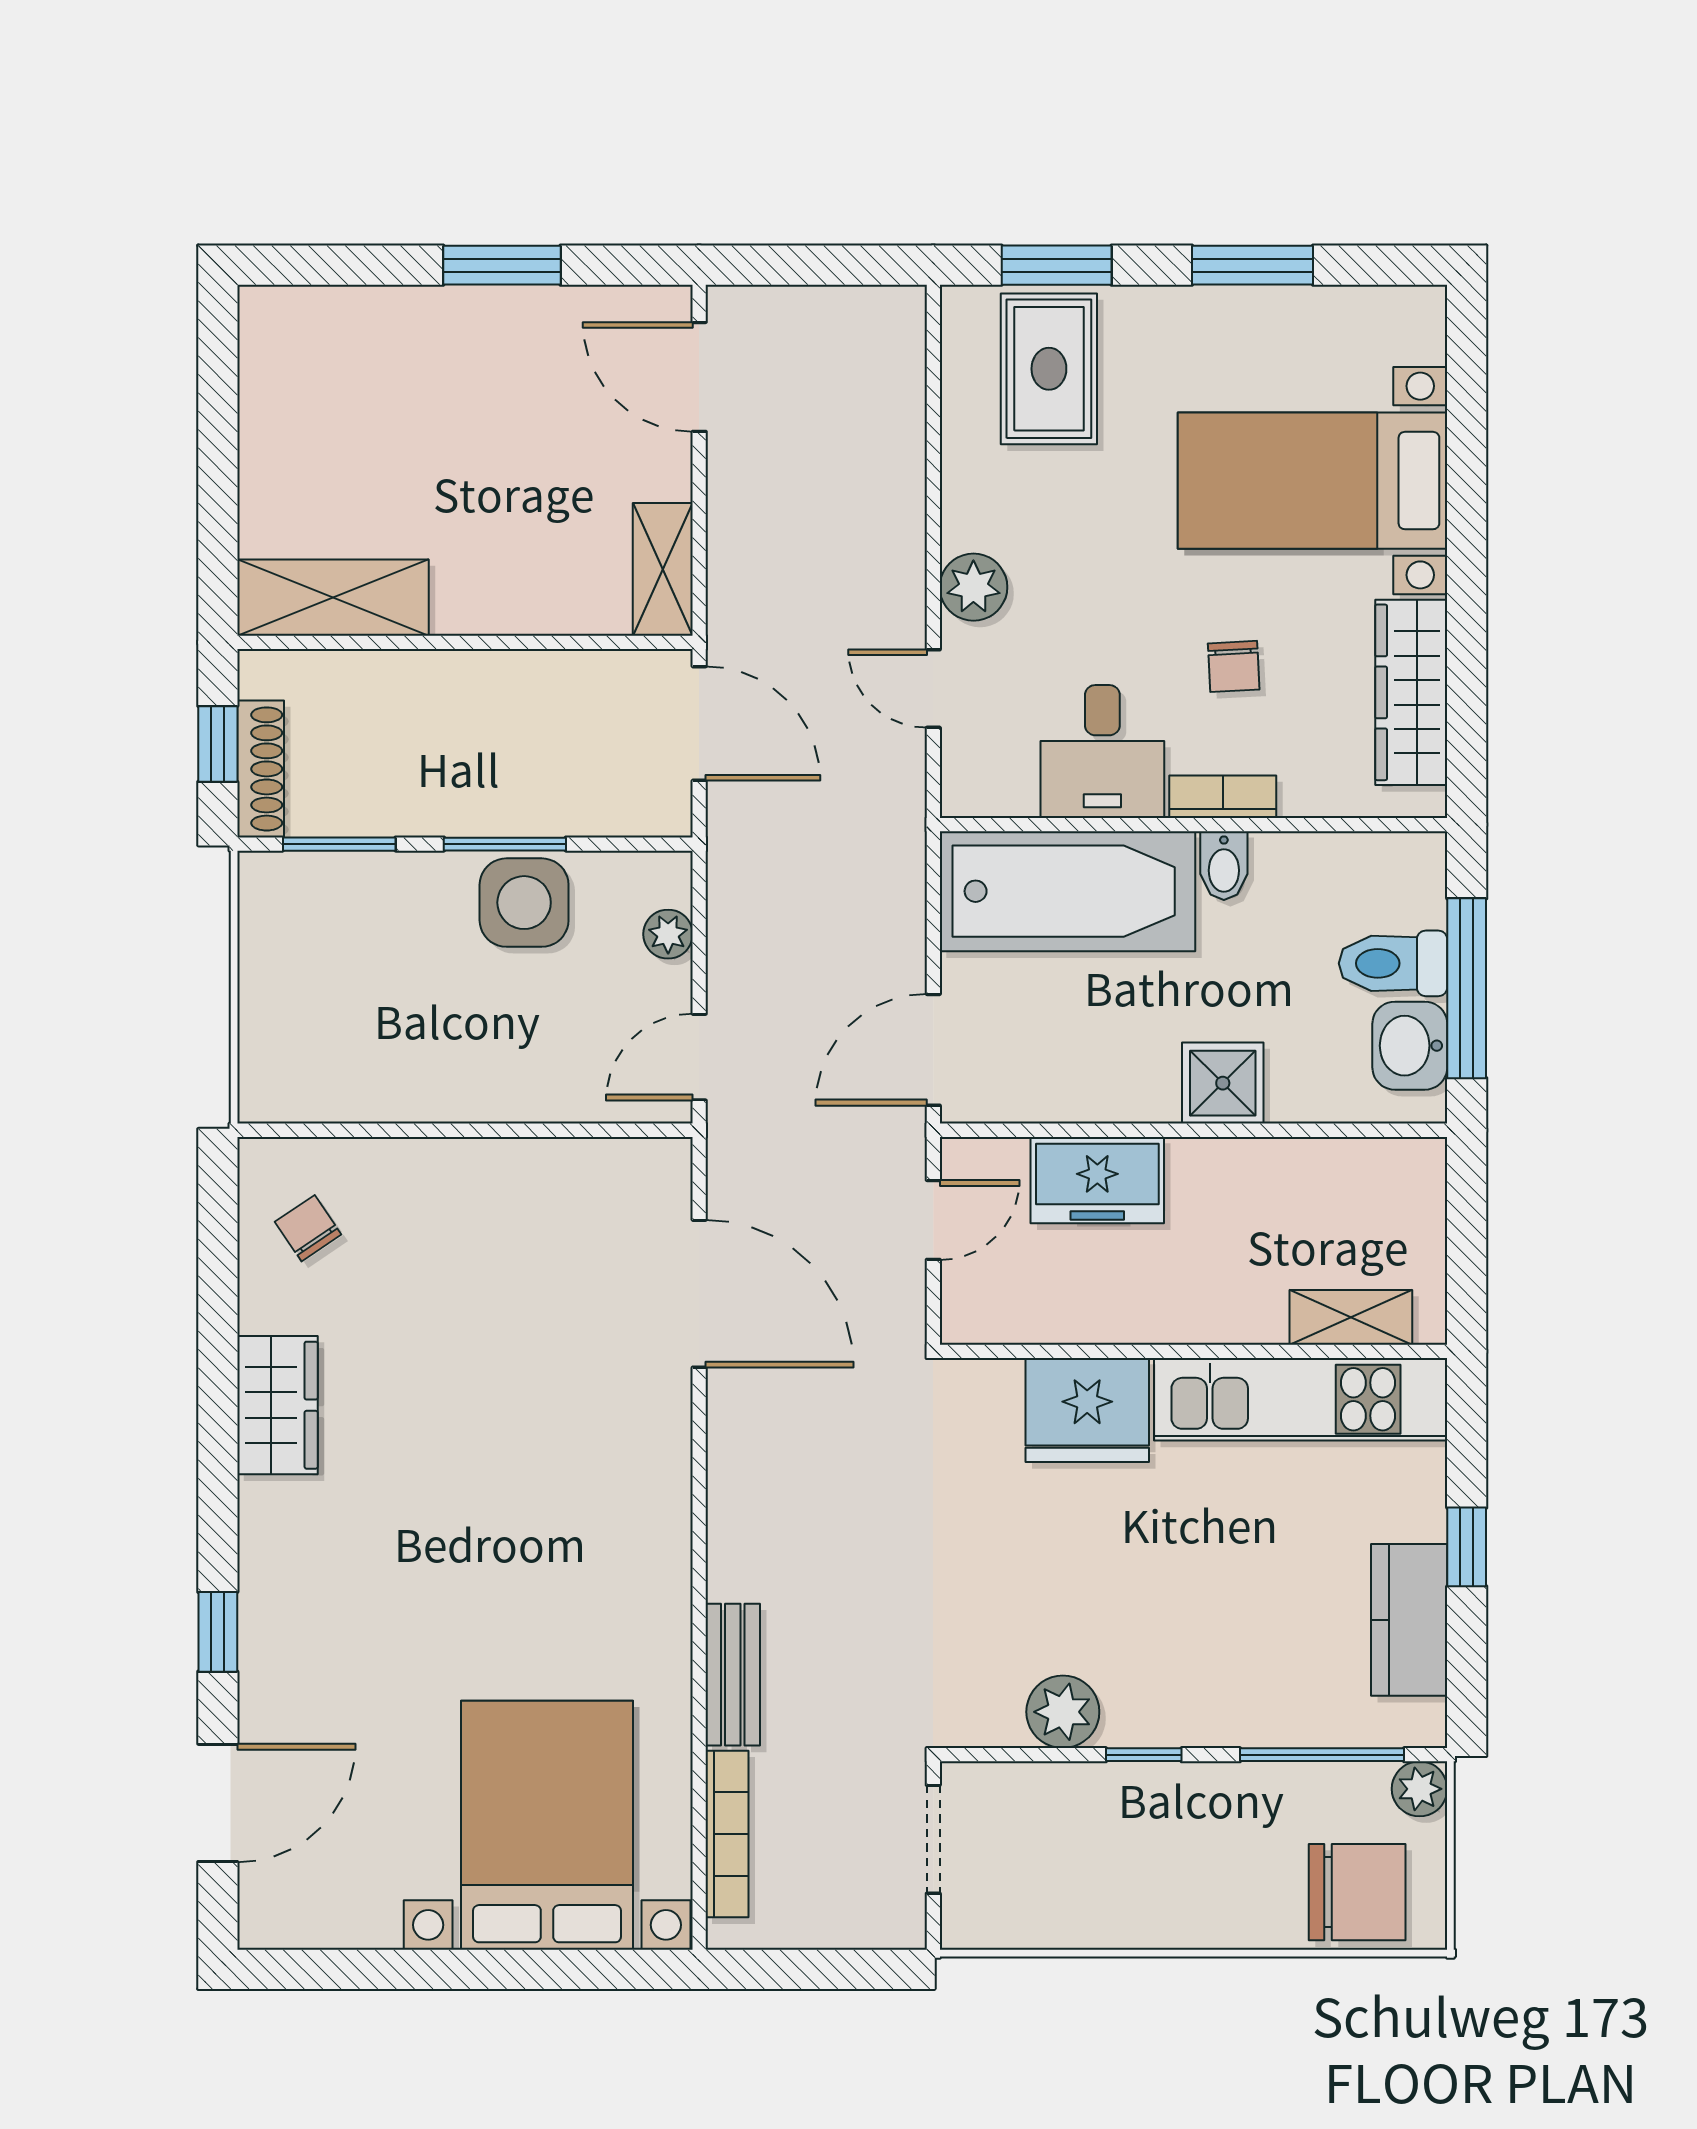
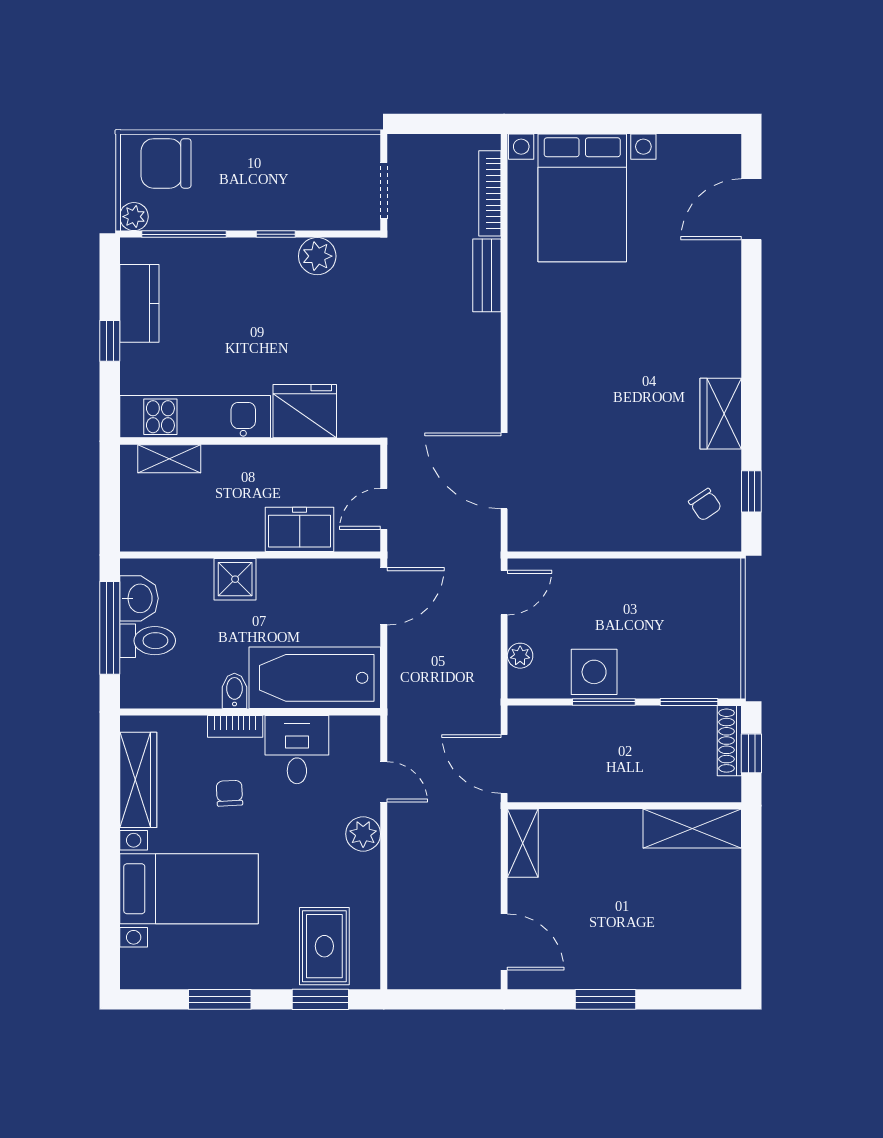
window: (218, 1632) -> (751, 491), moved

